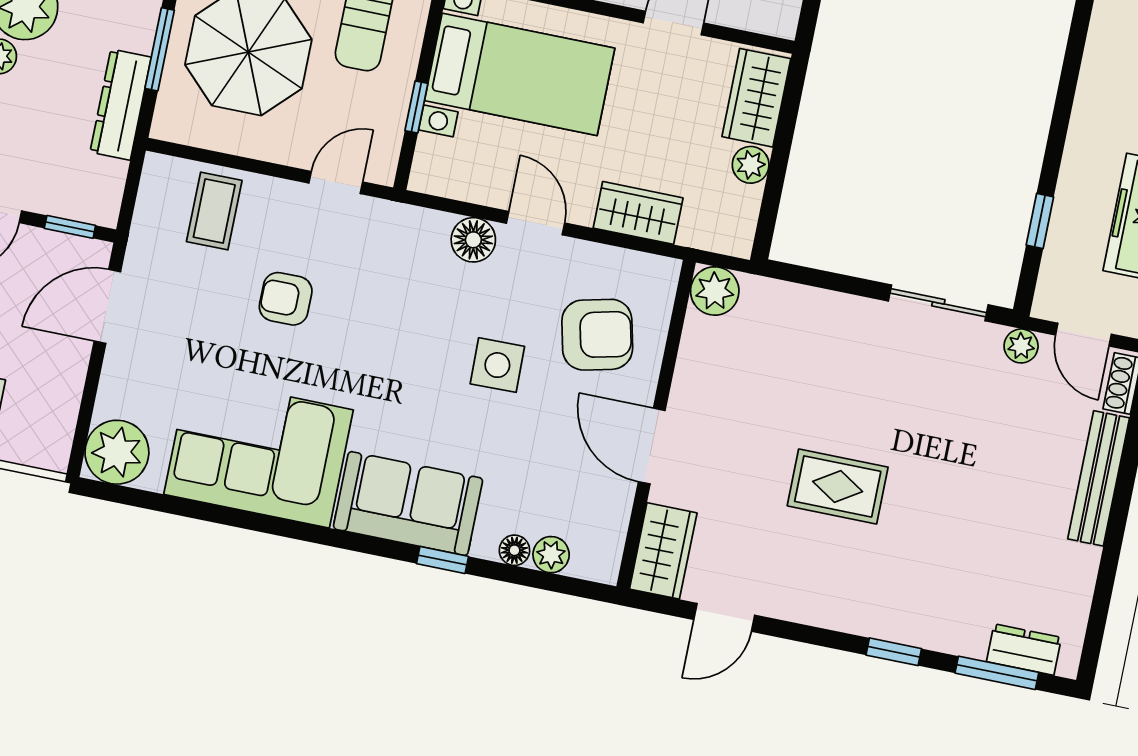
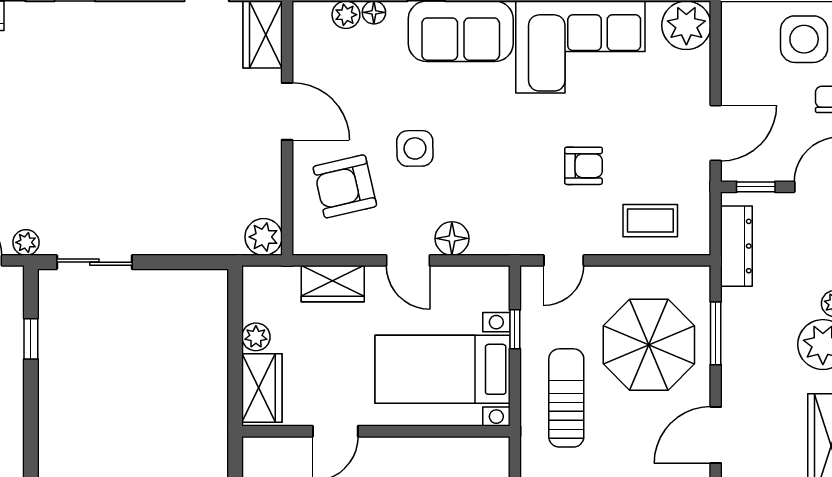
dresser: (121, 105) -> (736, 246), moved
coffee table: (214, 211) -> (650, 221), turned 90
rug: (838, 486) -> (142, 109), removed

